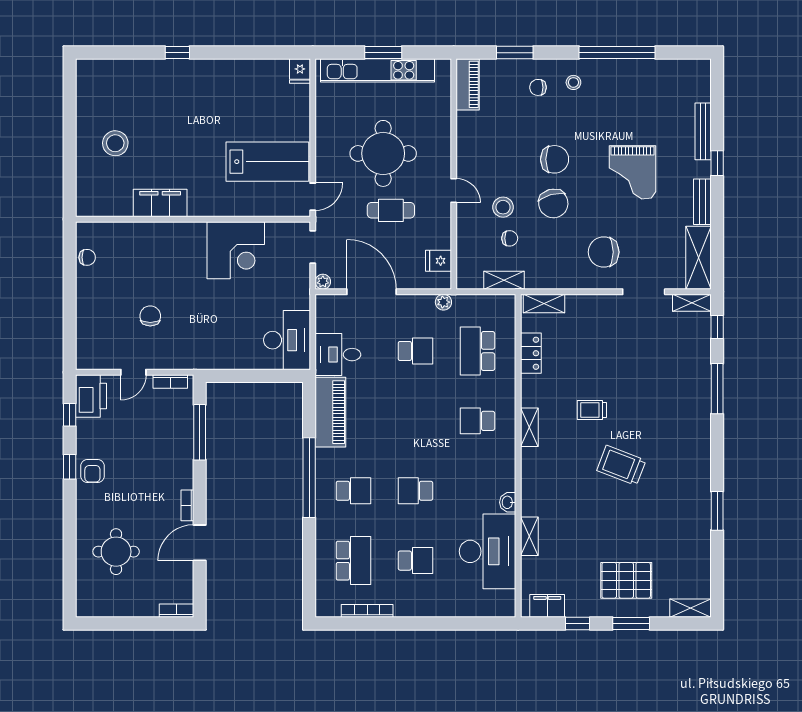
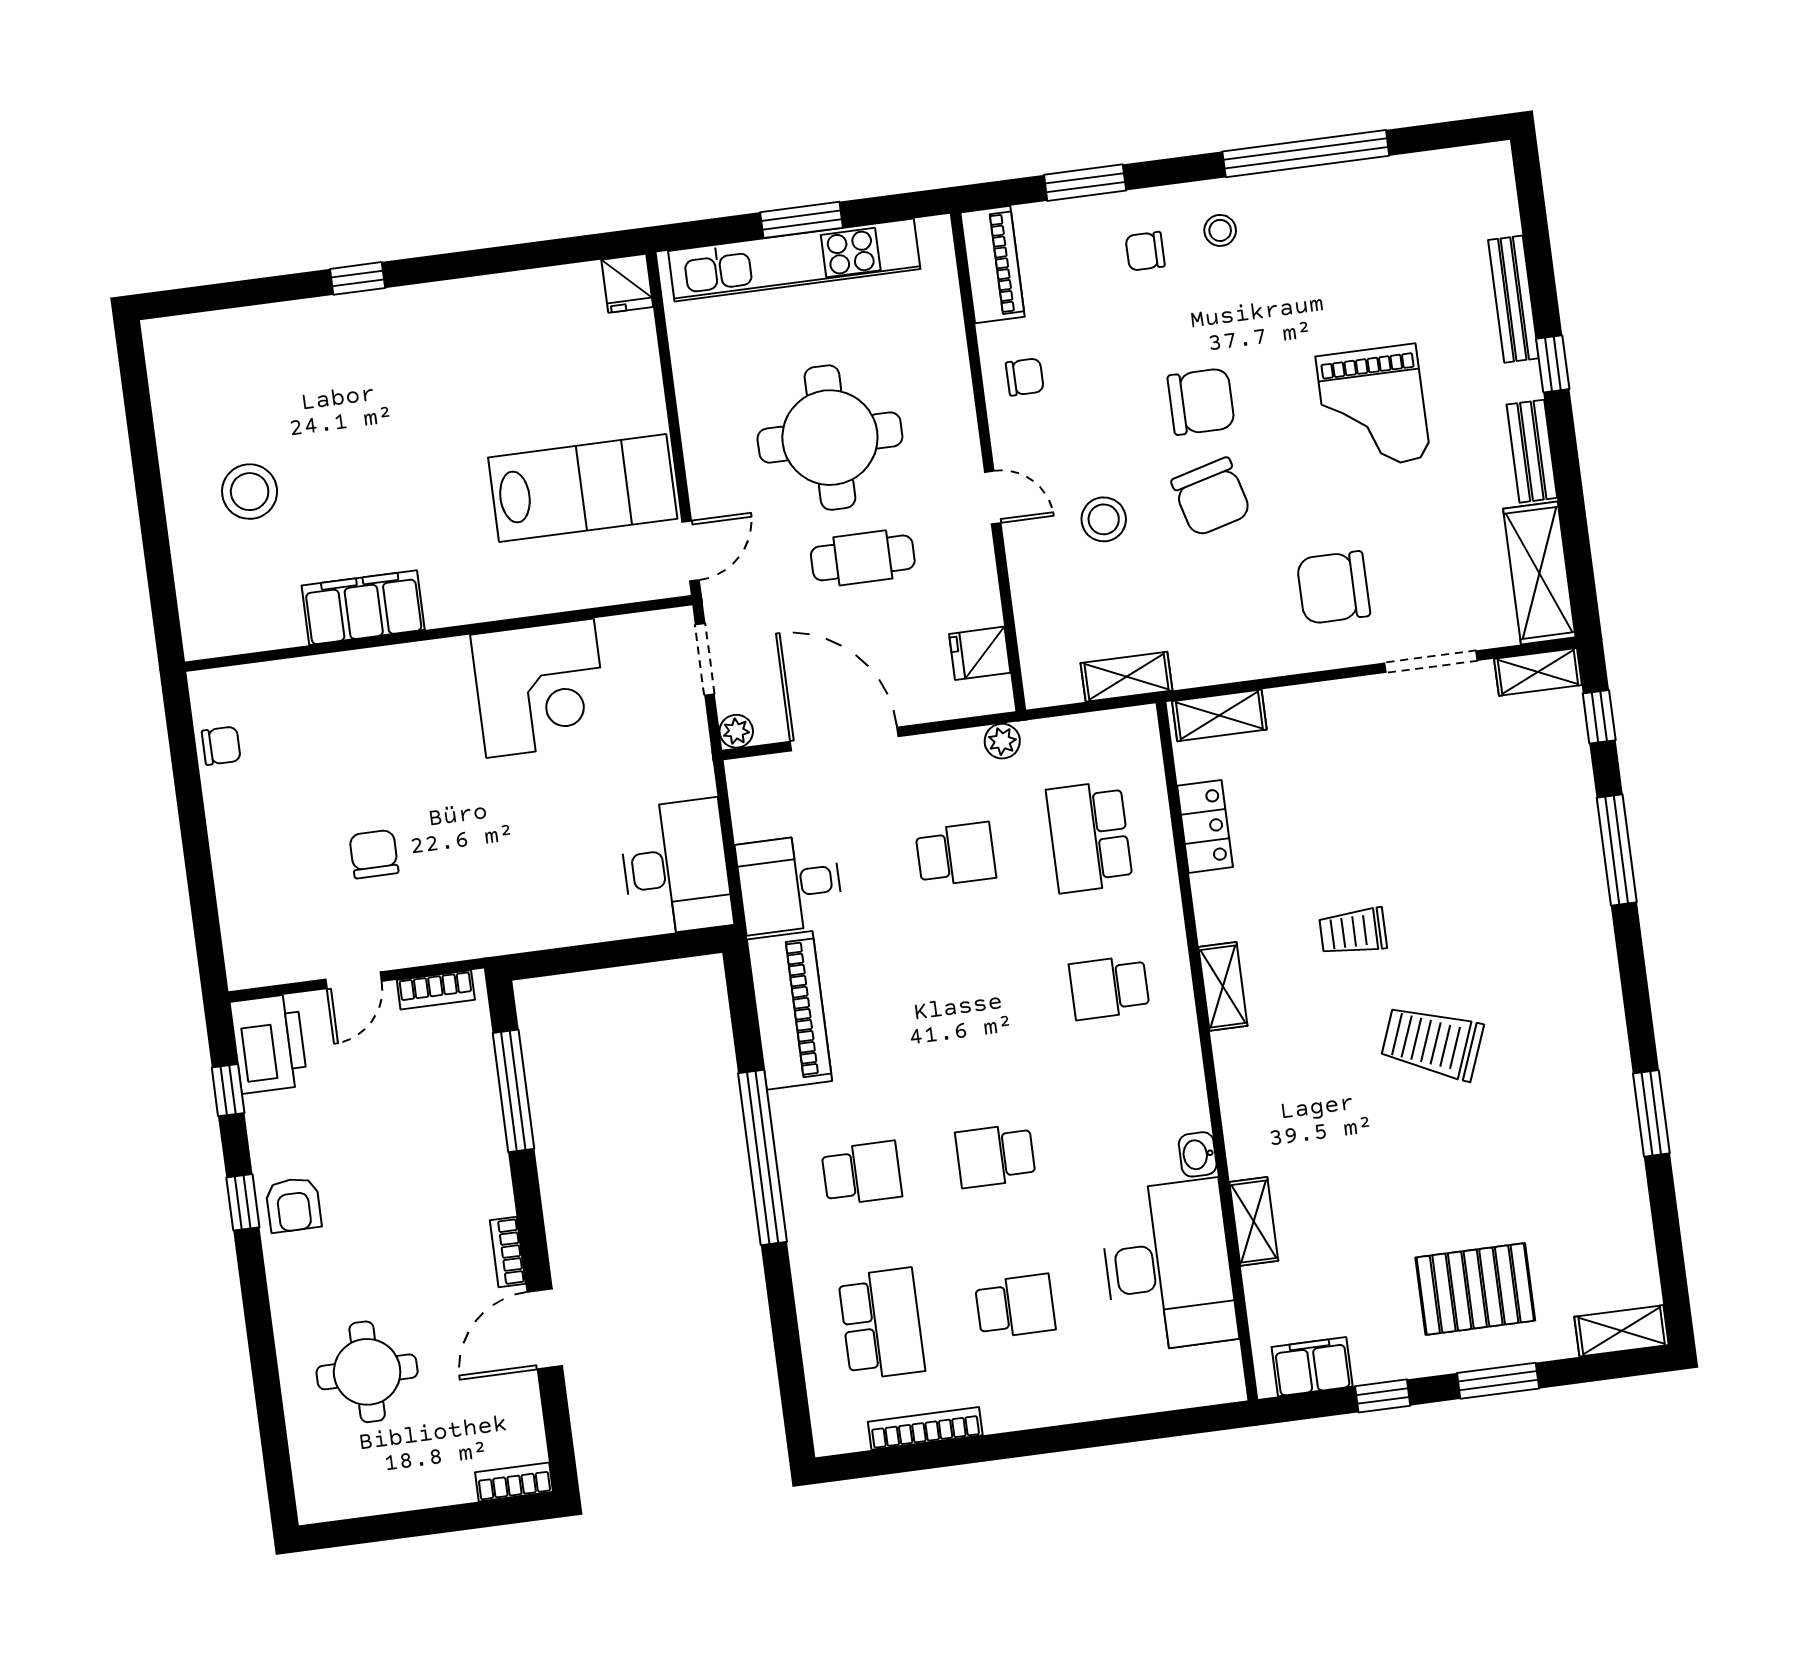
chair: (510, 238) -> (1025, 377), moved

